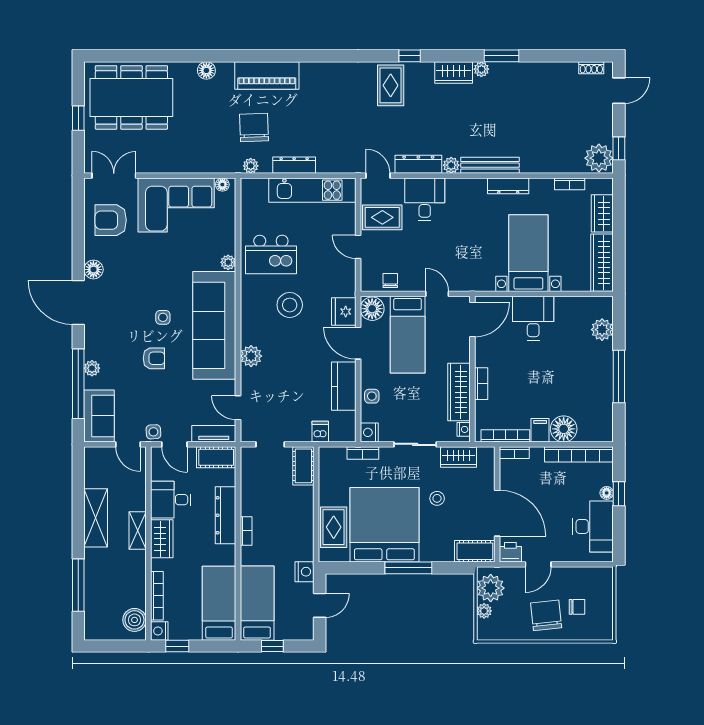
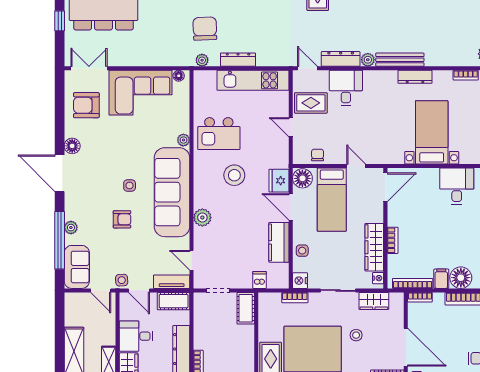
desk: (533, 318) -> (457, 186), moved

